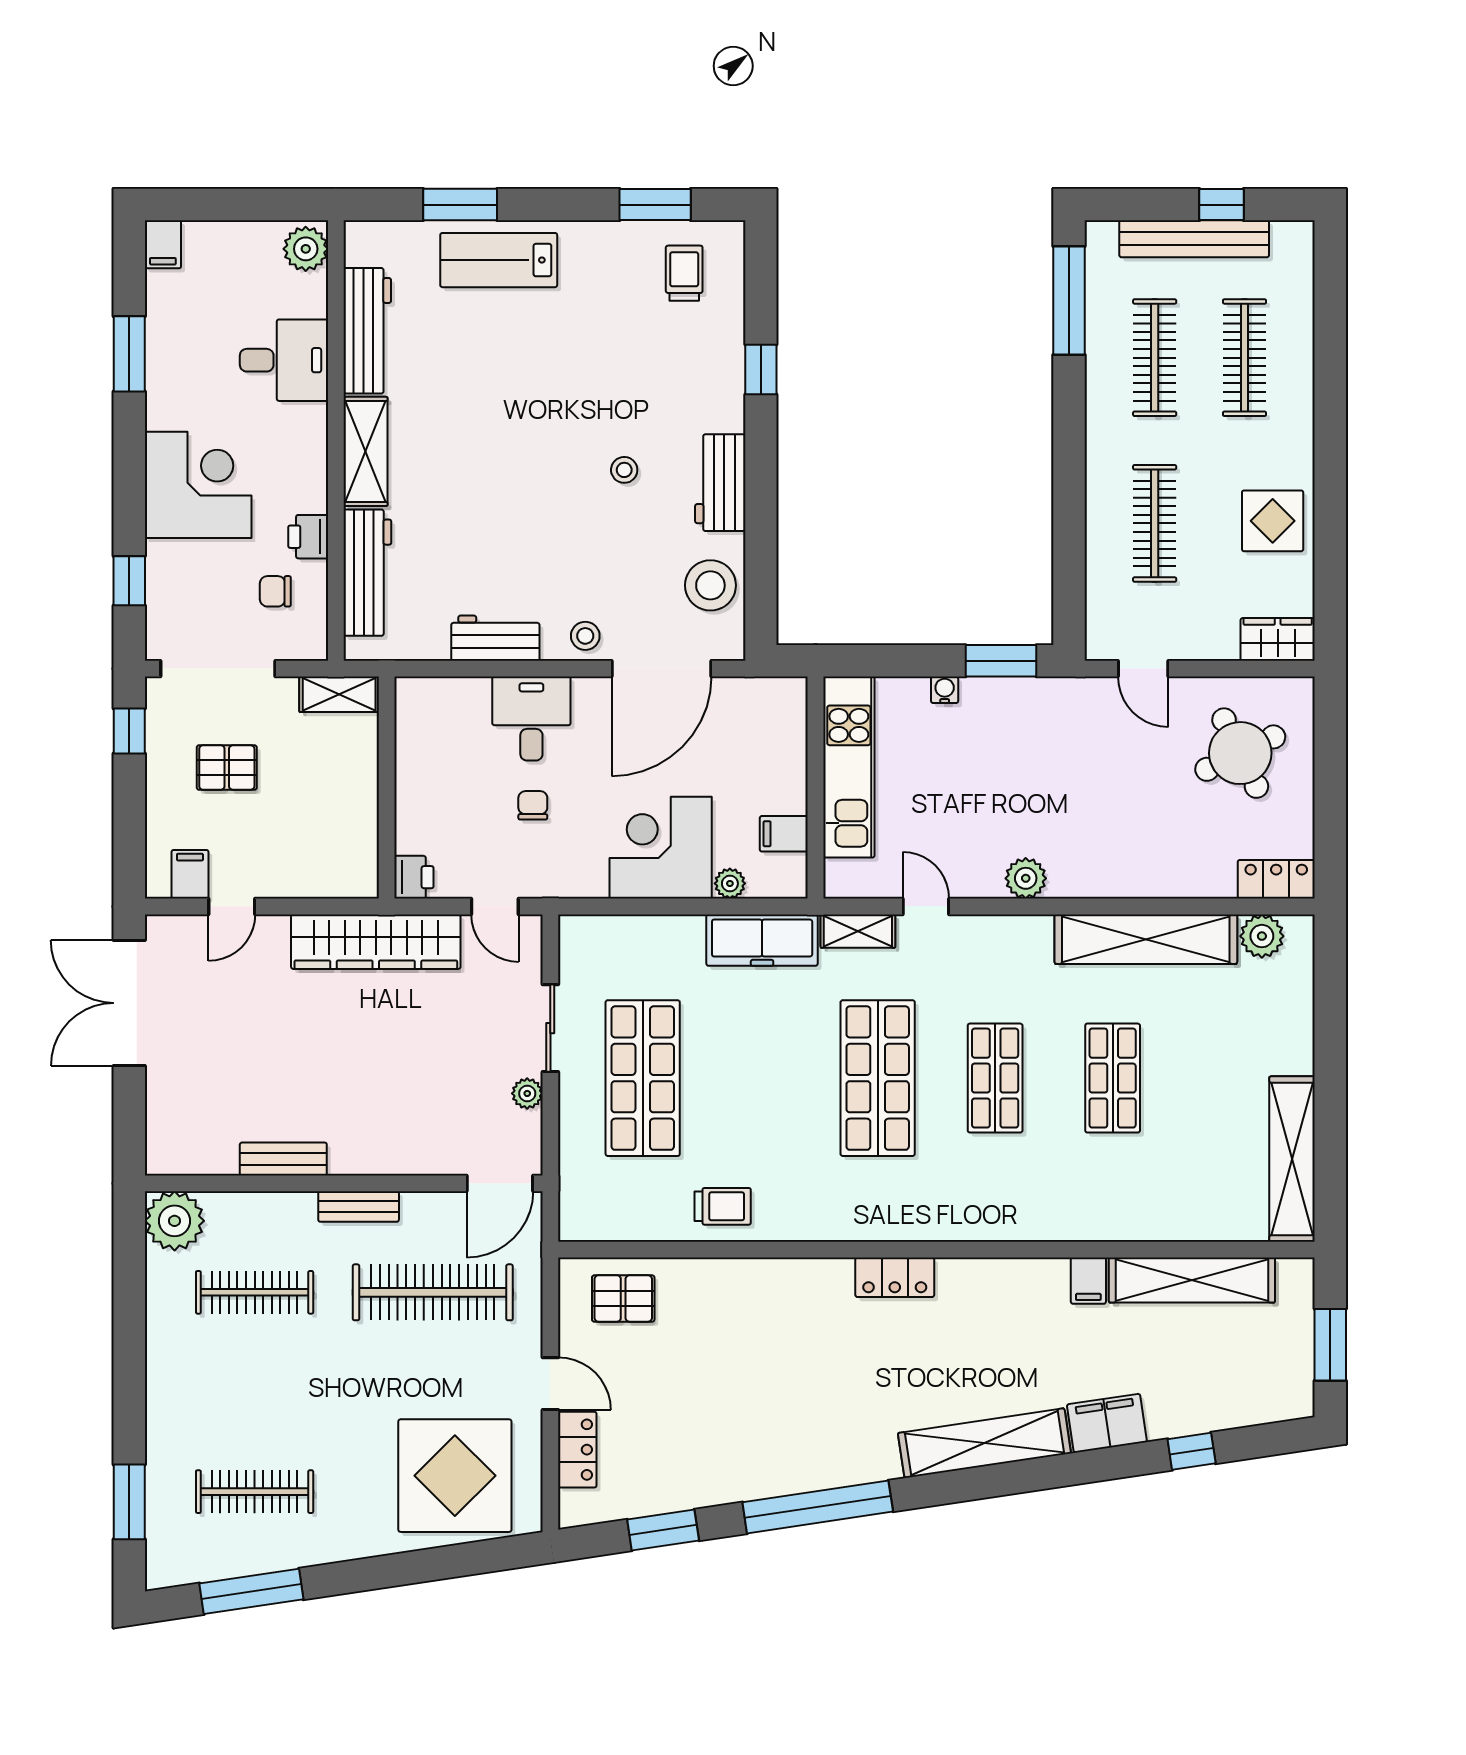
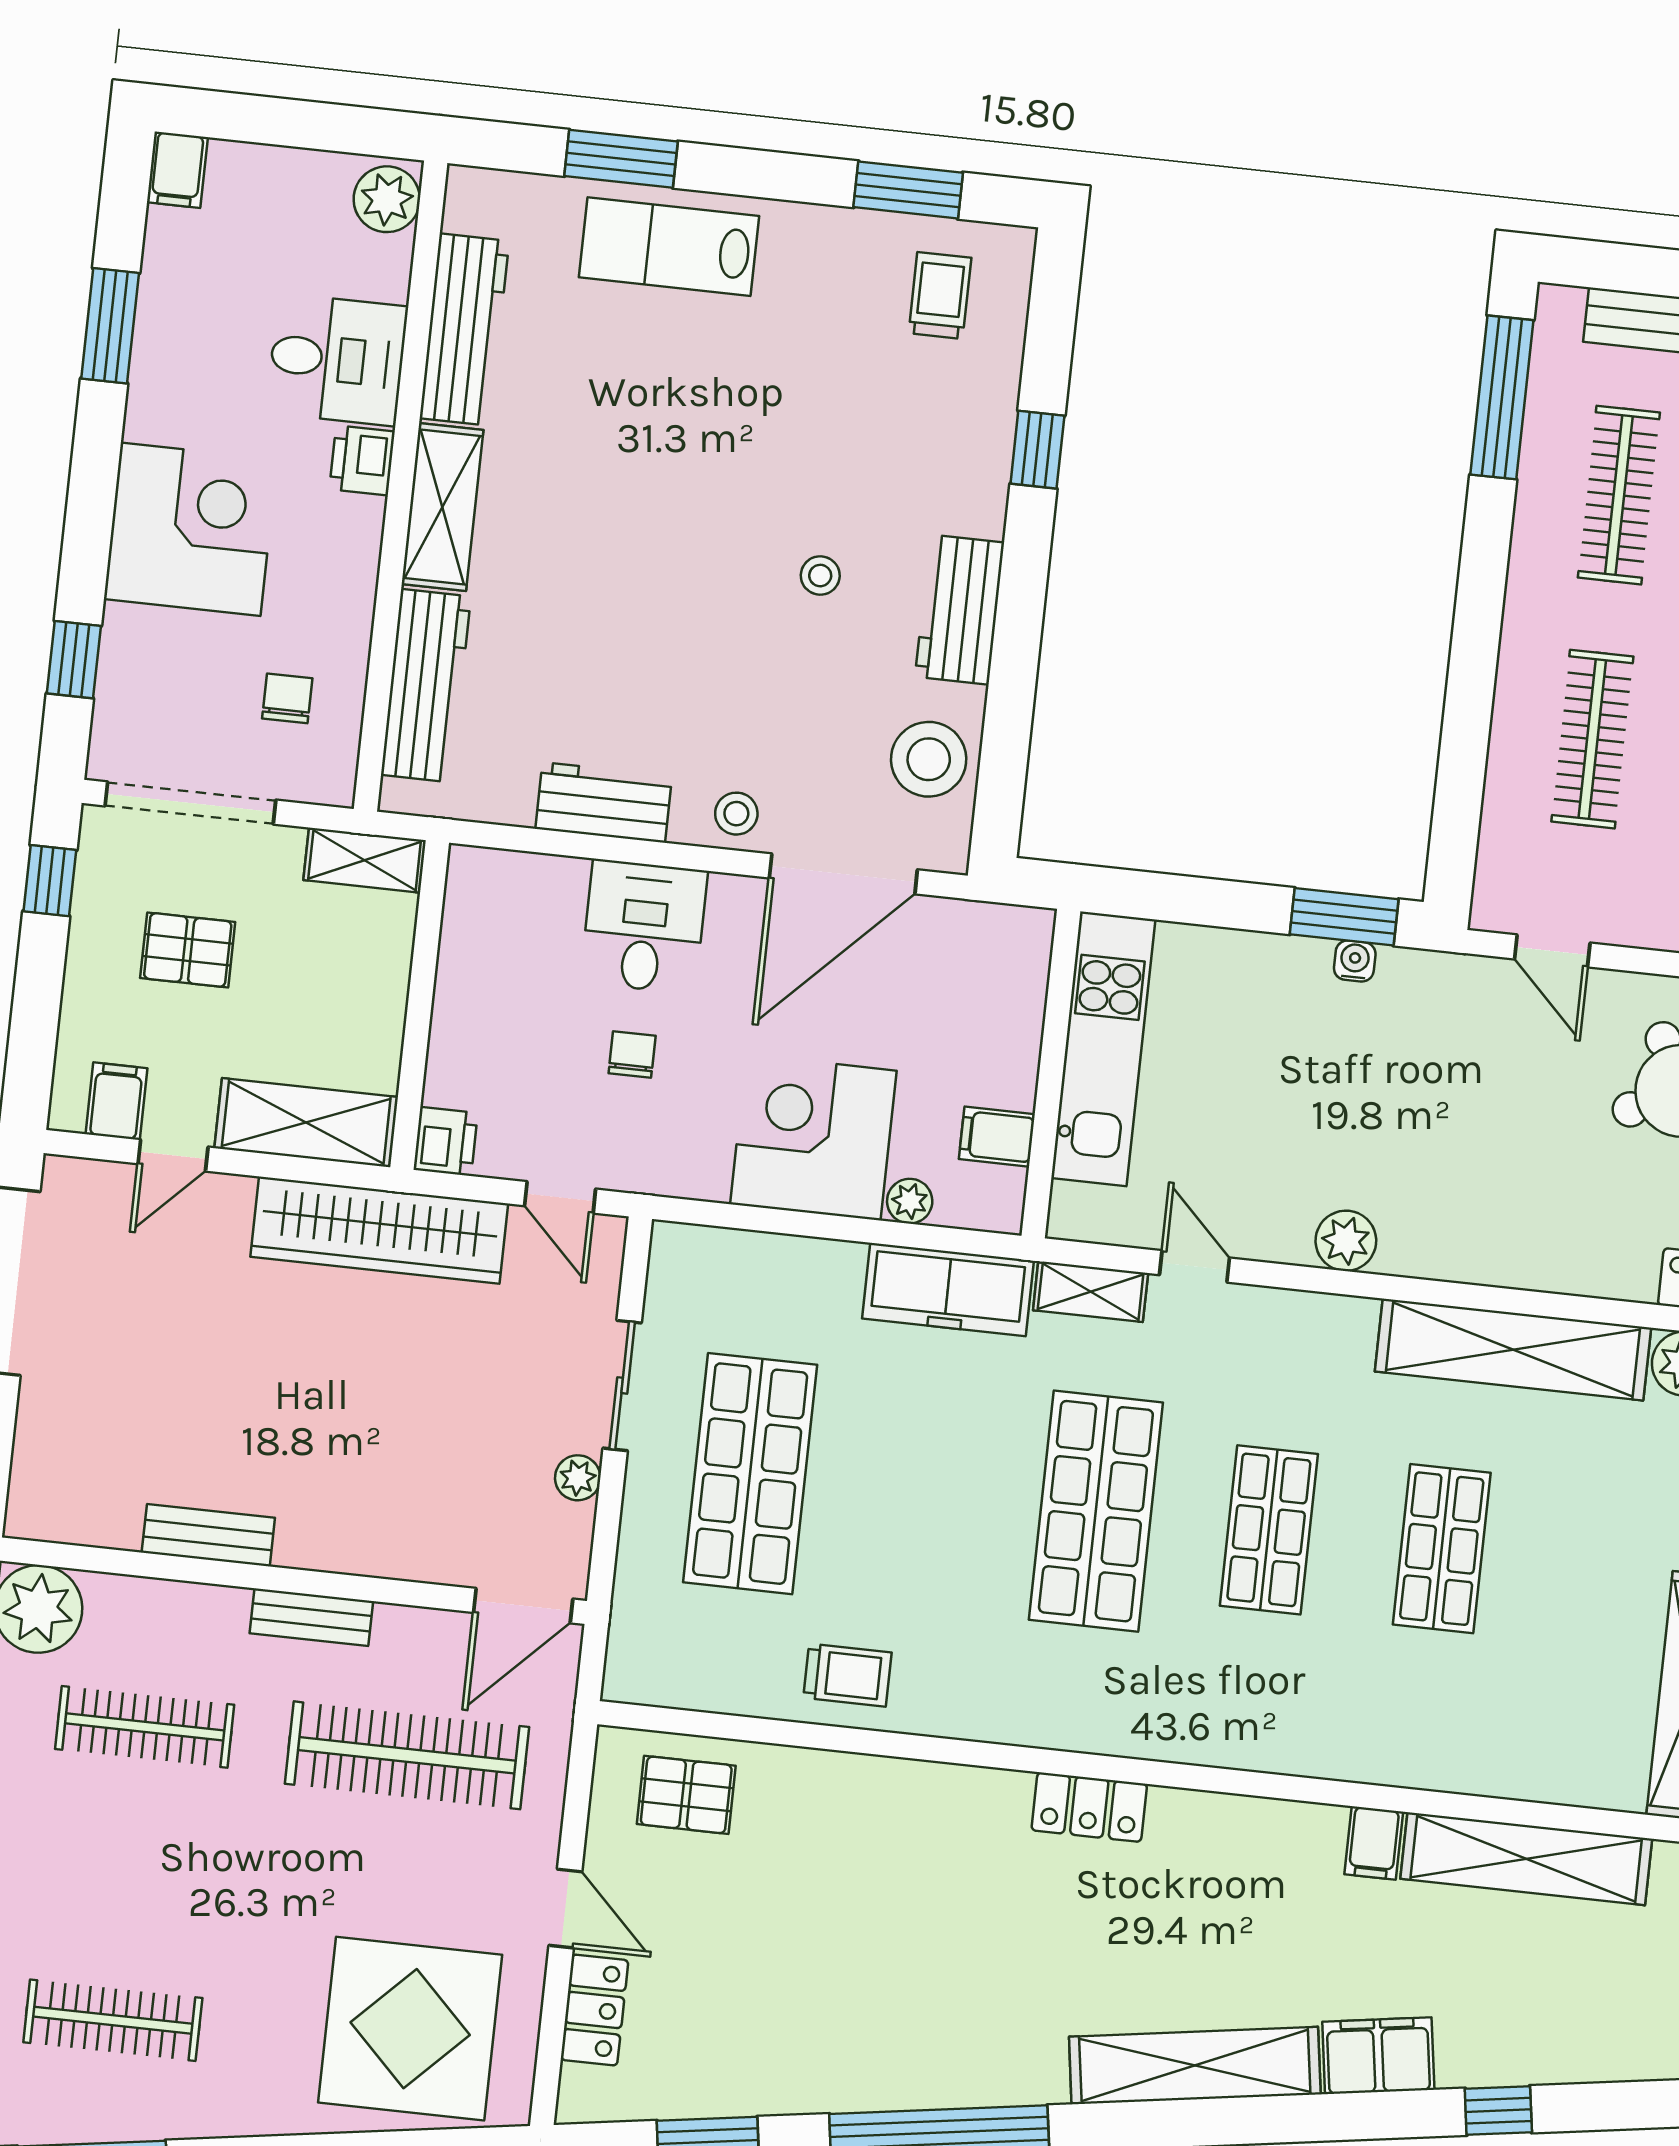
printer: (308, 537) -> (362, 460), moved
chair: (275, 591) -> (287, 698), turned 90
water cooler: (945, 690) -> (1355, 961), moved
shelving: (319, 875) -> (306, 1123), added

